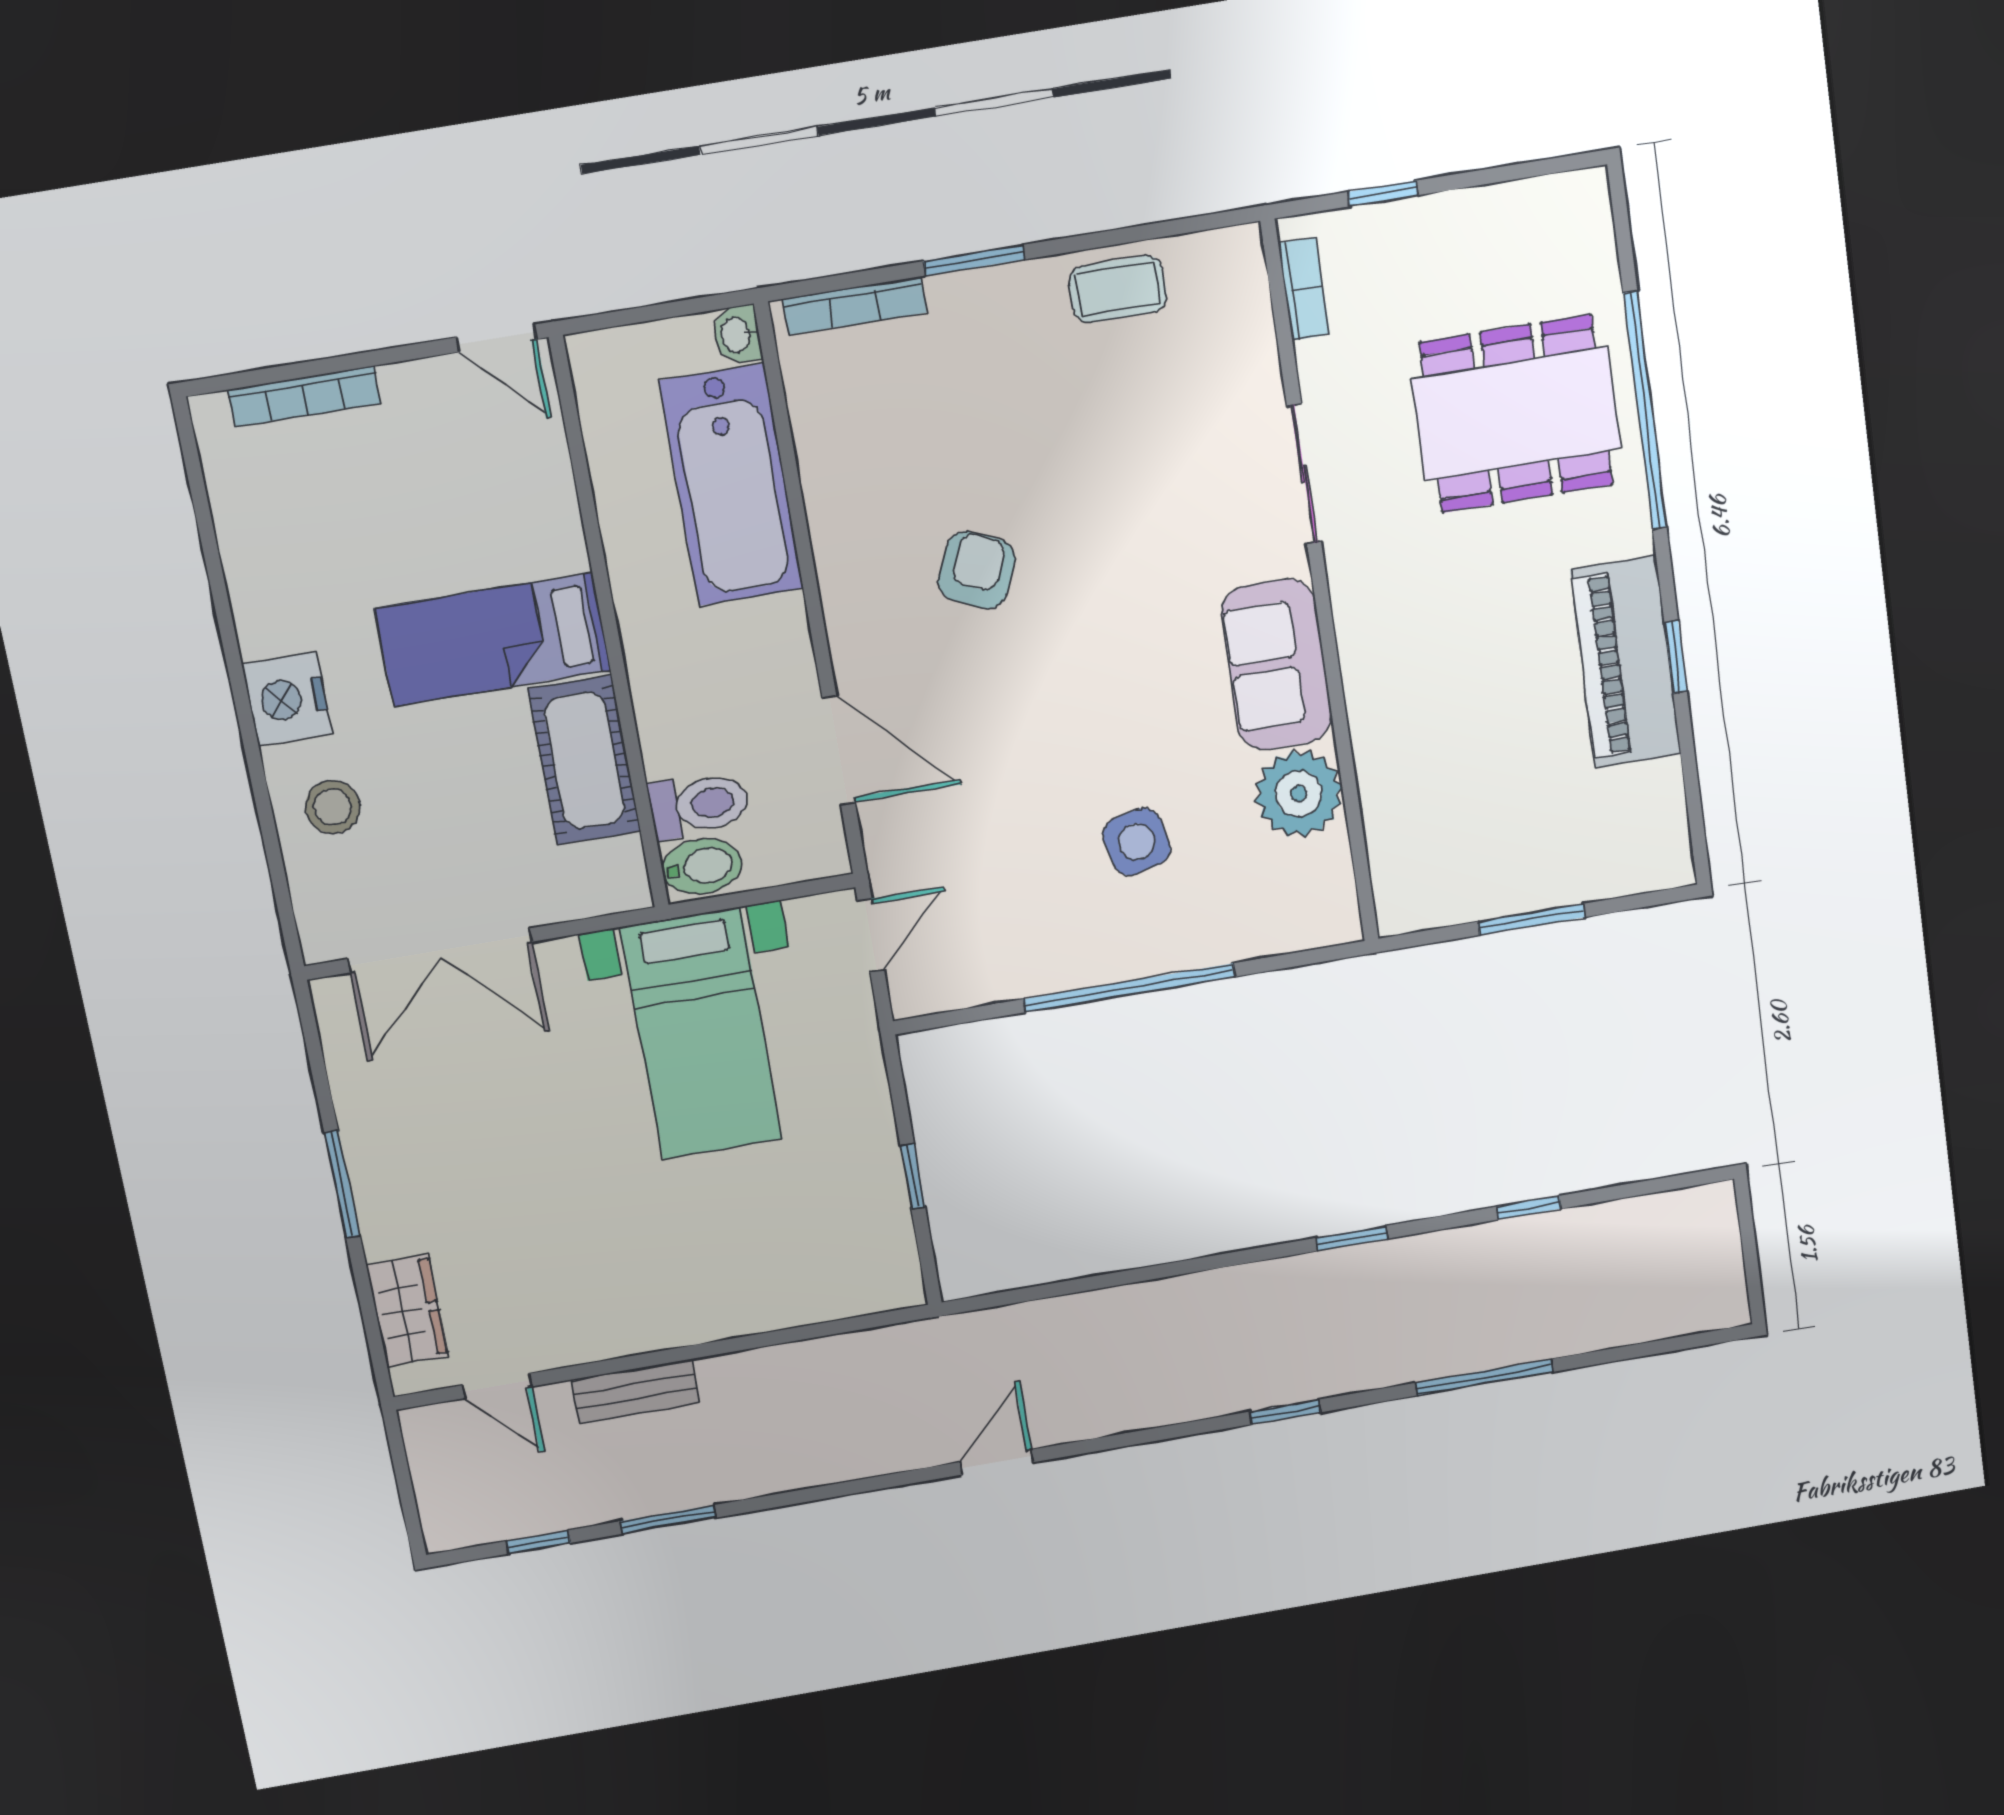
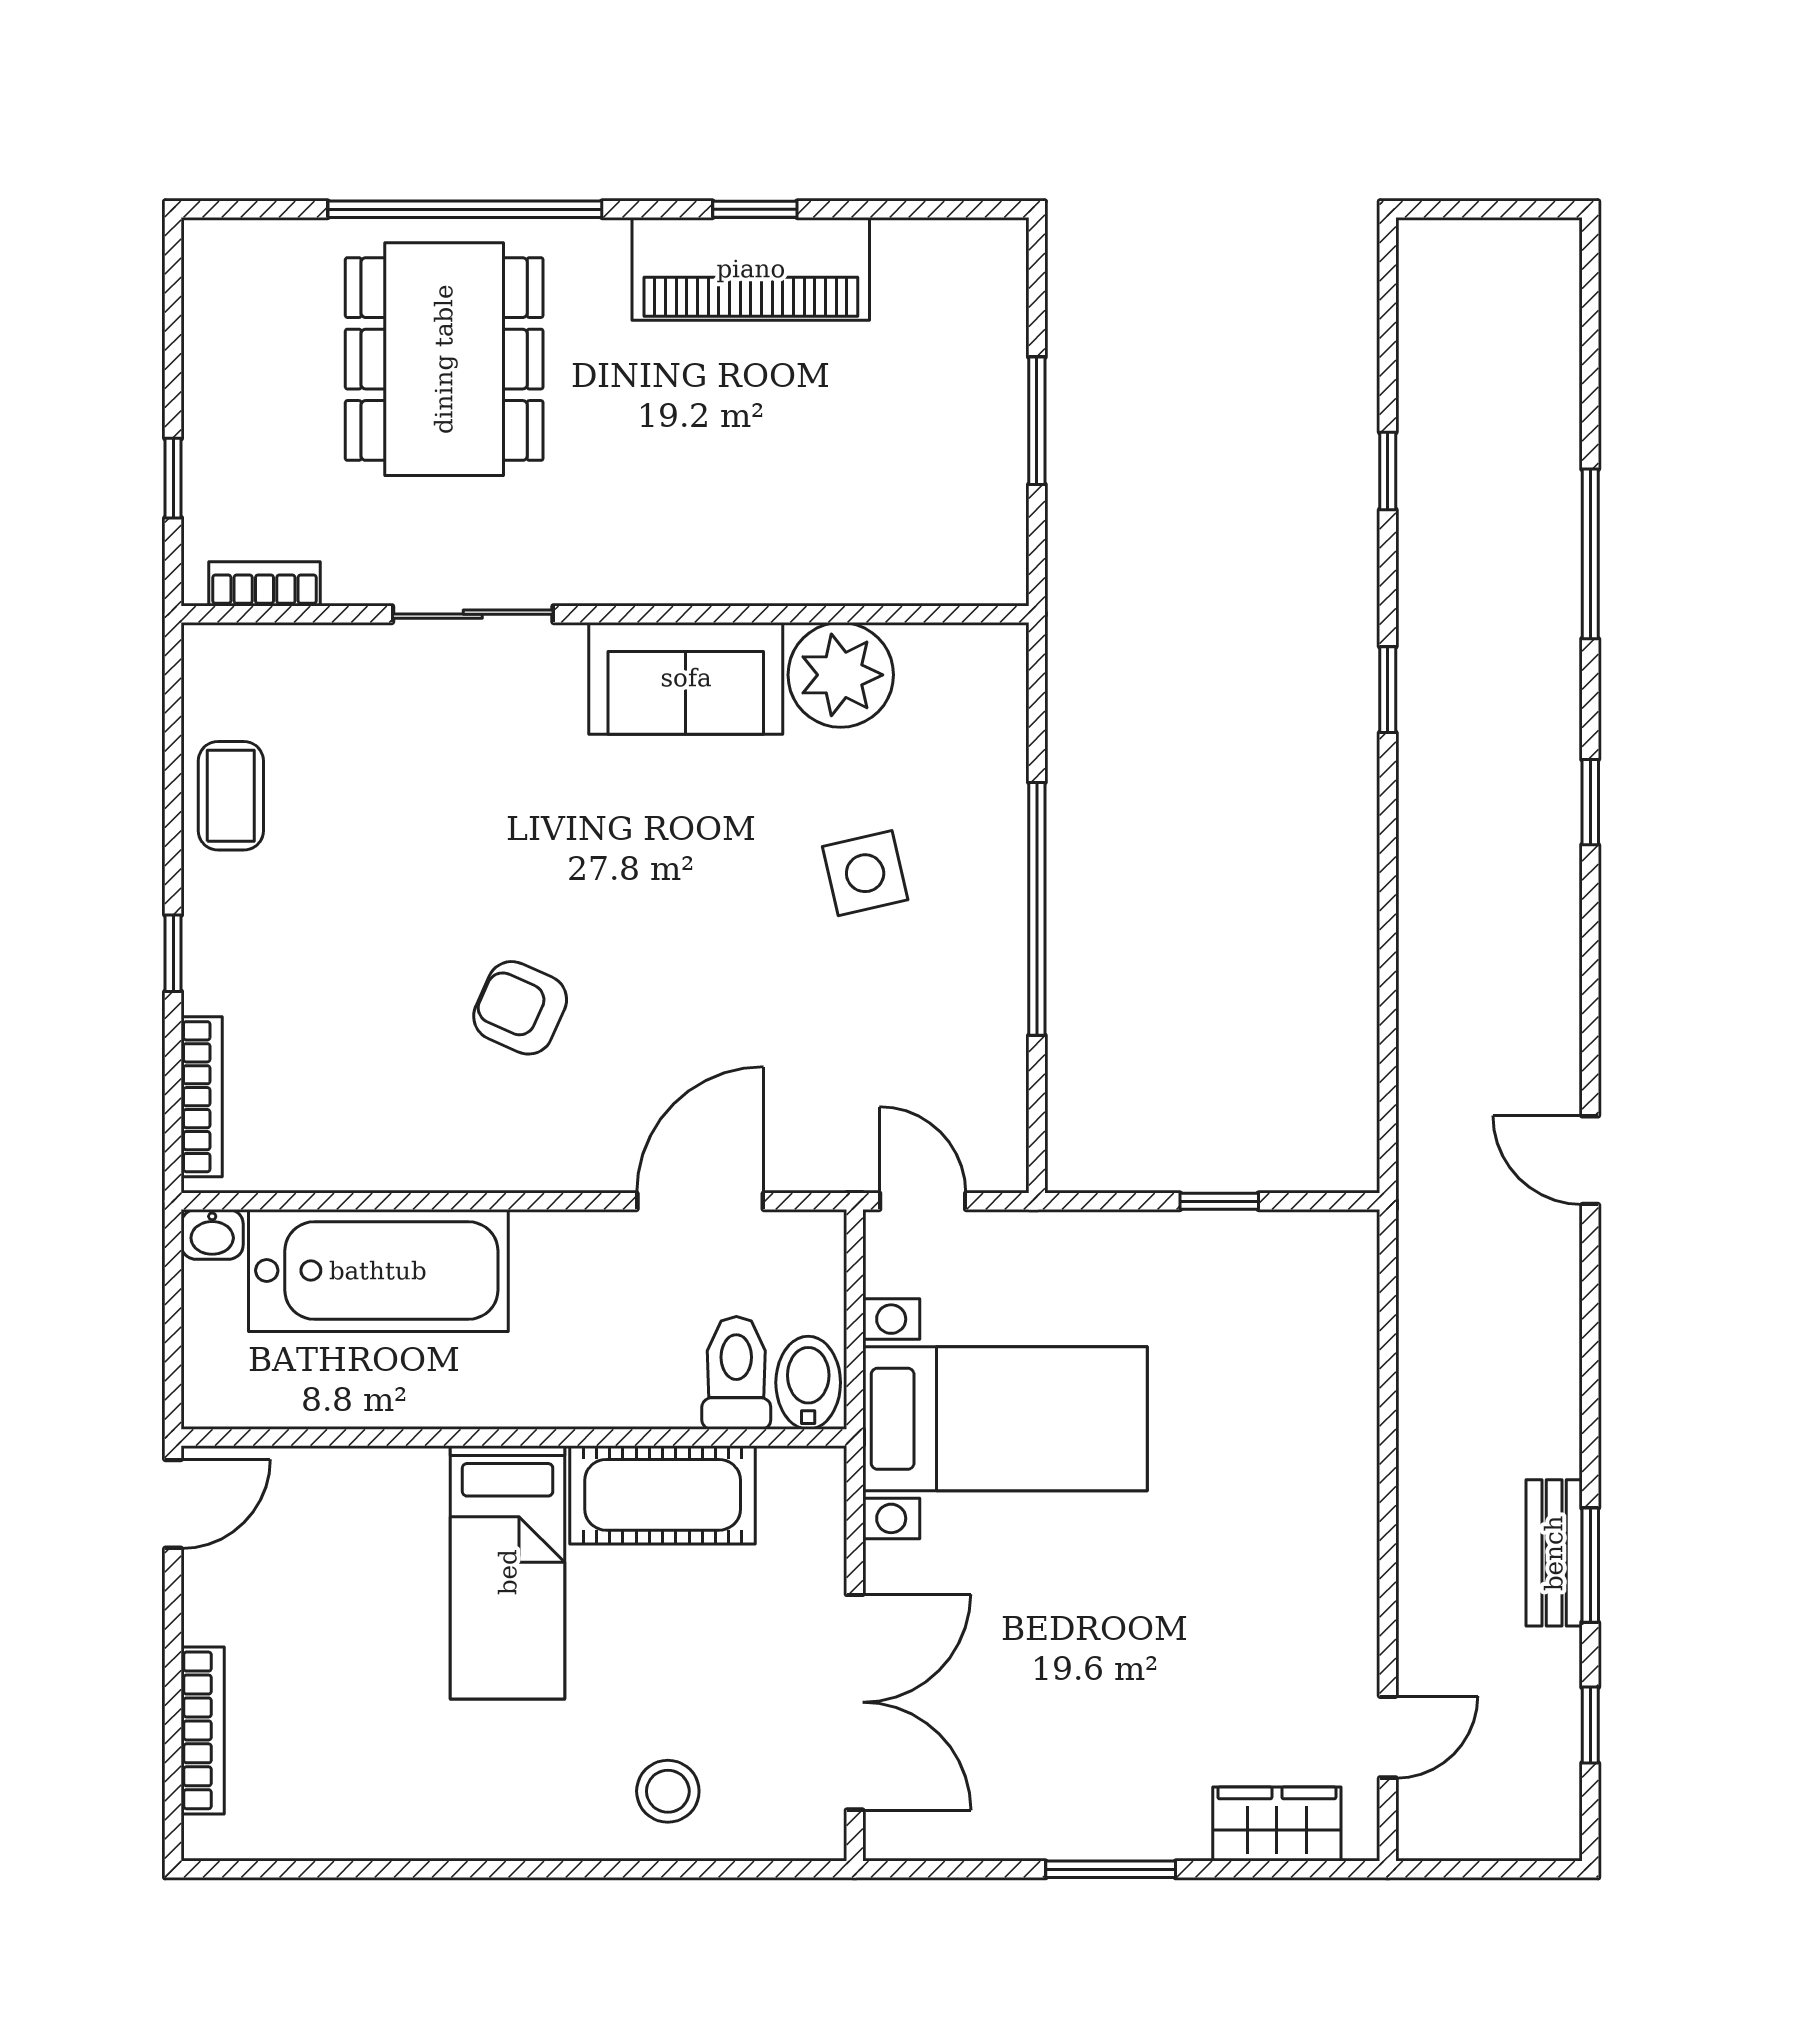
window: (974, 260) -> (173, 953), width x0.67
nightstand: (287, 699) -> (536, 1818), removed
bench: (635, 1391) -> (1554, 1553), moved

